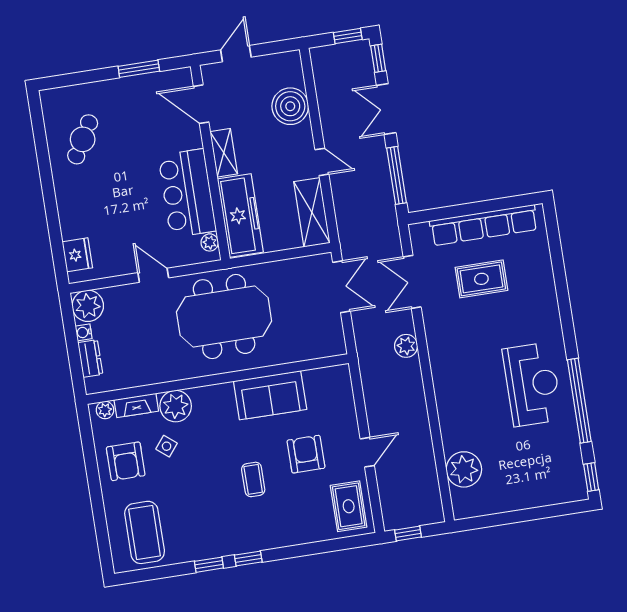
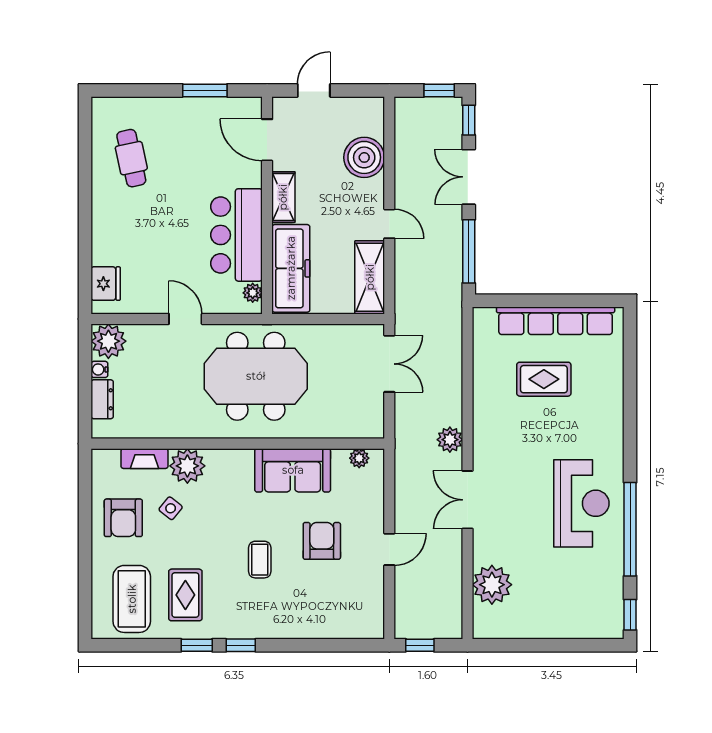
cafe table: (83, 139) -> (131, 158), turned -42
double door: (412, 282) -> (468, 500), moved
plant: (105, 410) -> (359, 458), moved
rug: (349, 506) -> (185, 595), moved

